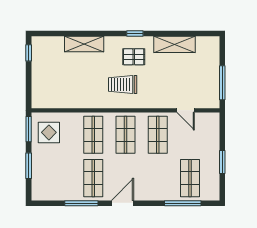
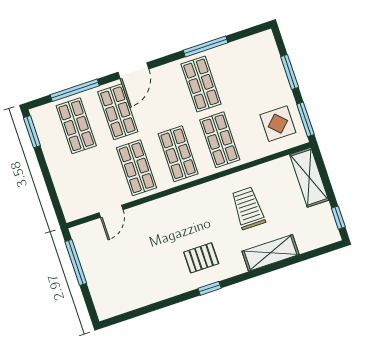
shelving: (174, 44) -> (309, 177), moved, turned 90
trolley: (123, 84) -> (248, 208), moved, turned -90
door: (186, 110) -> (111, 211), swing flipped
window: (222, 162) -> (32, 132), moved
shop shelf: (158, 178) -> (118, 112), added
door: (122, 203) -> (133, 71), moved

